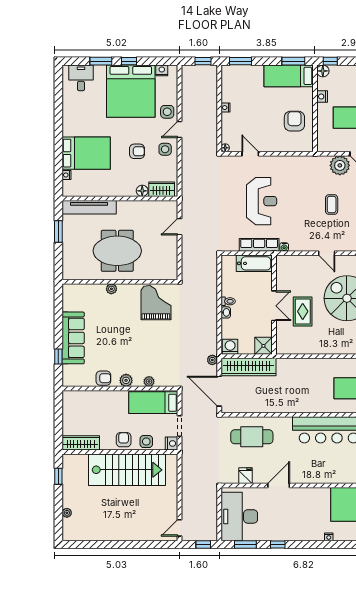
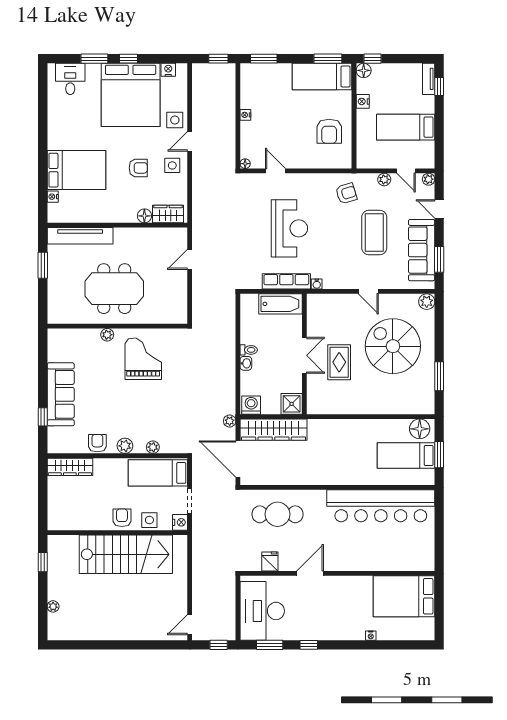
armchair: (294, 121) -> (329, 131), turned 180
plant: (340, 165) -> (384, 179), width x0.53, depth x0.53
armchair: (308, 172) -> (346, 193), added
coffee table: (332, 205) -> (374, 232), width x1.86, depth x1.72
grand piano: (156, 303) -> (143, 359), moved
armchair: (103, 378) -> (97, 443), turned -90
wardrobe: (81, 443) -> (70, 467), moved, turned 180

